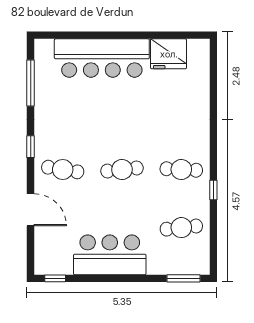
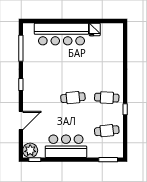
fridge: (169, 54) -> (95, 29), width x0.53, depth x0.75
cafe table: (63, 170) -> (39, 98), removed
door: (31, 210) -> (21, 121), hinge flipped
plant: (47, 262) -> (30, 150), added

